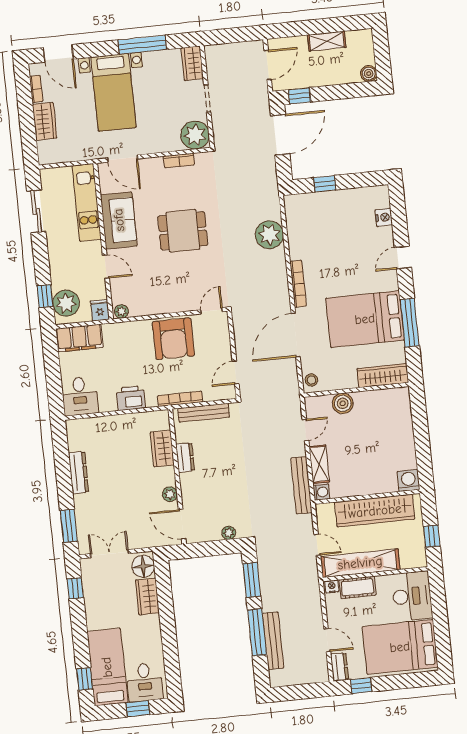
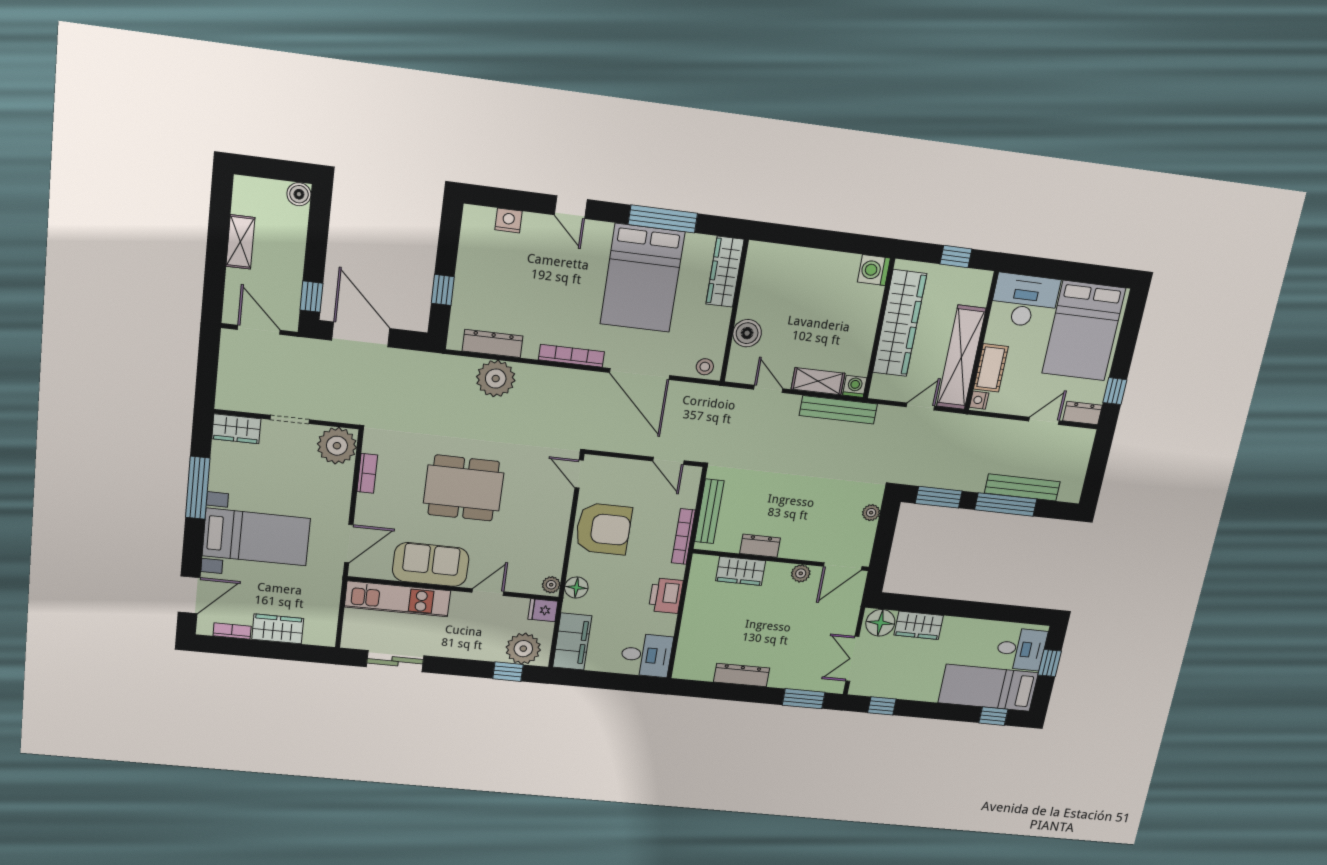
dresser: (294, 227) -> (493, 343), added
dining table: (183, 231) -> (464, 488), width x1.38
floor lamp: (123, 330) -> (576, 588), added

